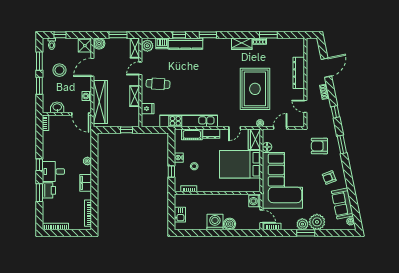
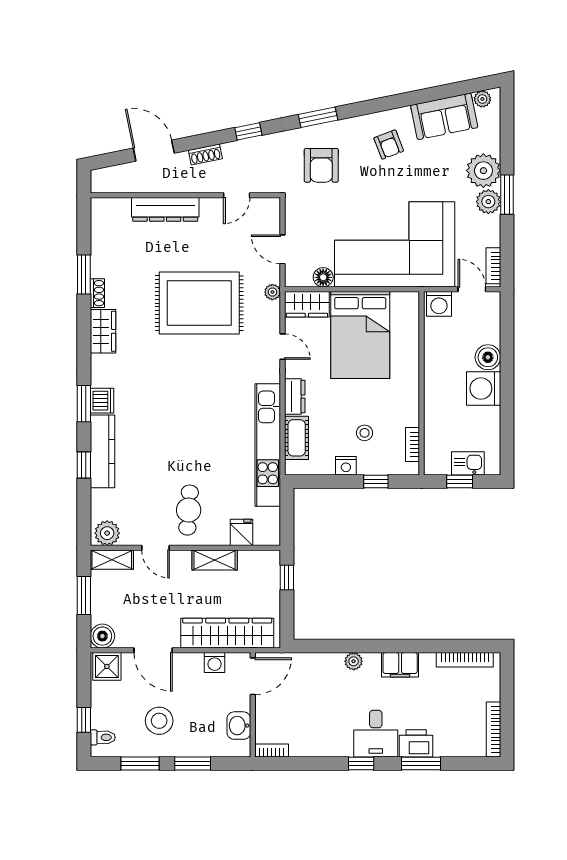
dishwasher: (162, 43) -> (102, 401), moved
window: (171, 211) -> (460, 482), added
door: (261, 216) -> (472, 289), hinge flipped

